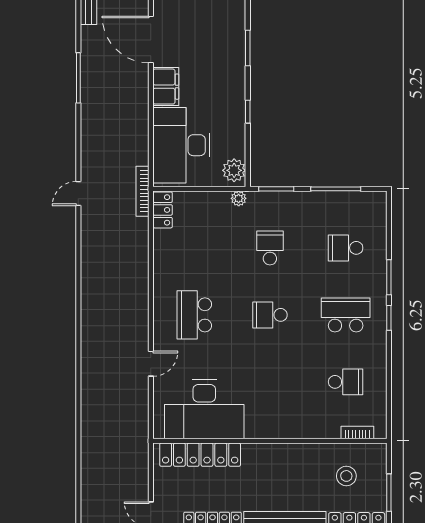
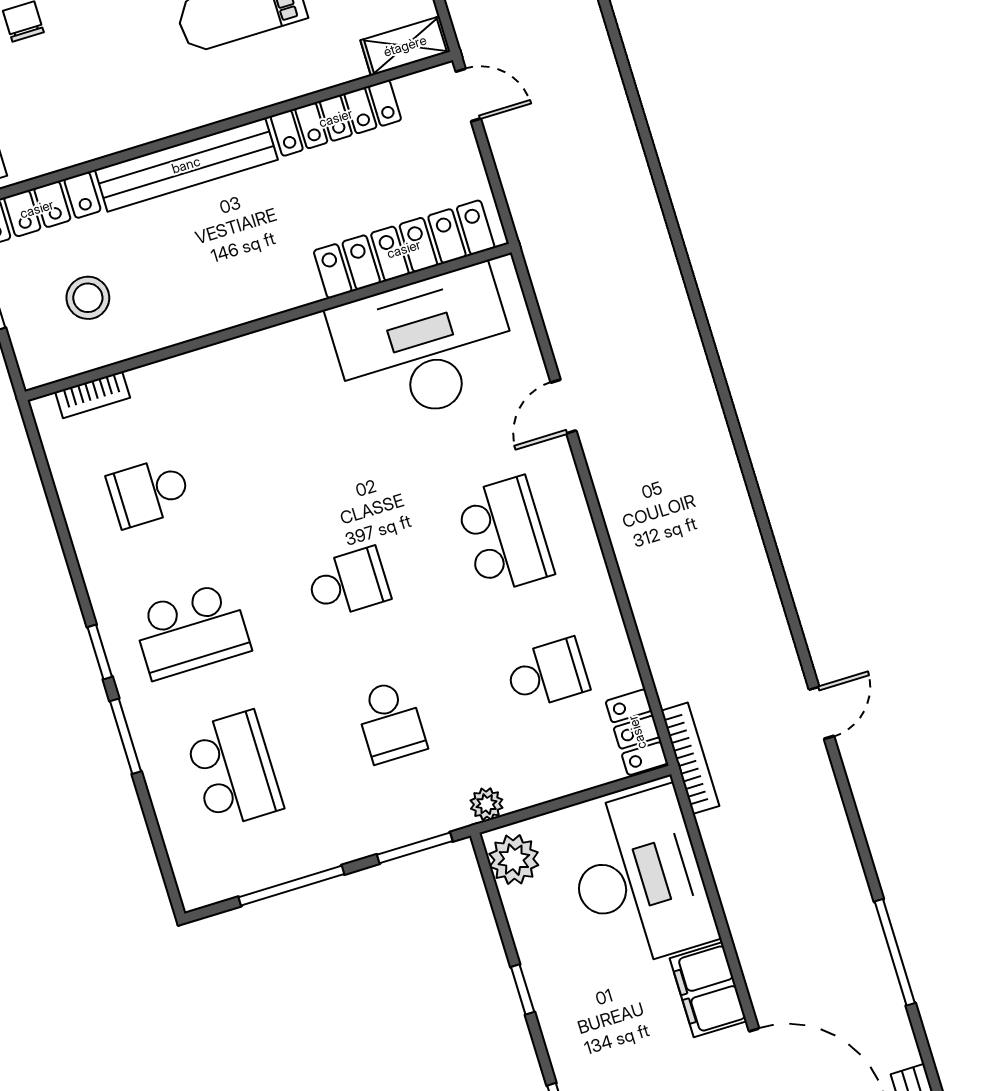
school desk: (194, 248) -> (547, 674), added
school desk: (346, 248) -> (234, 769), width x1.85

